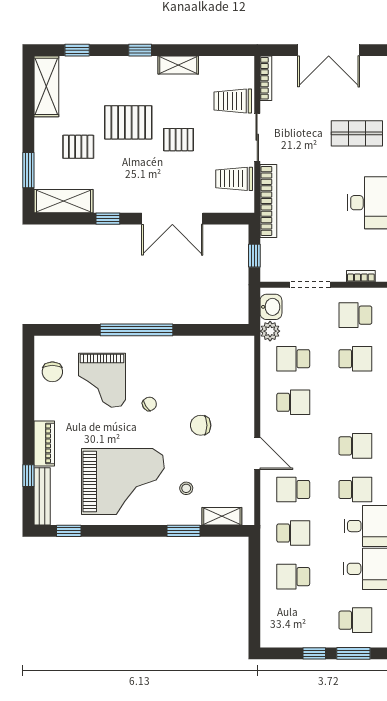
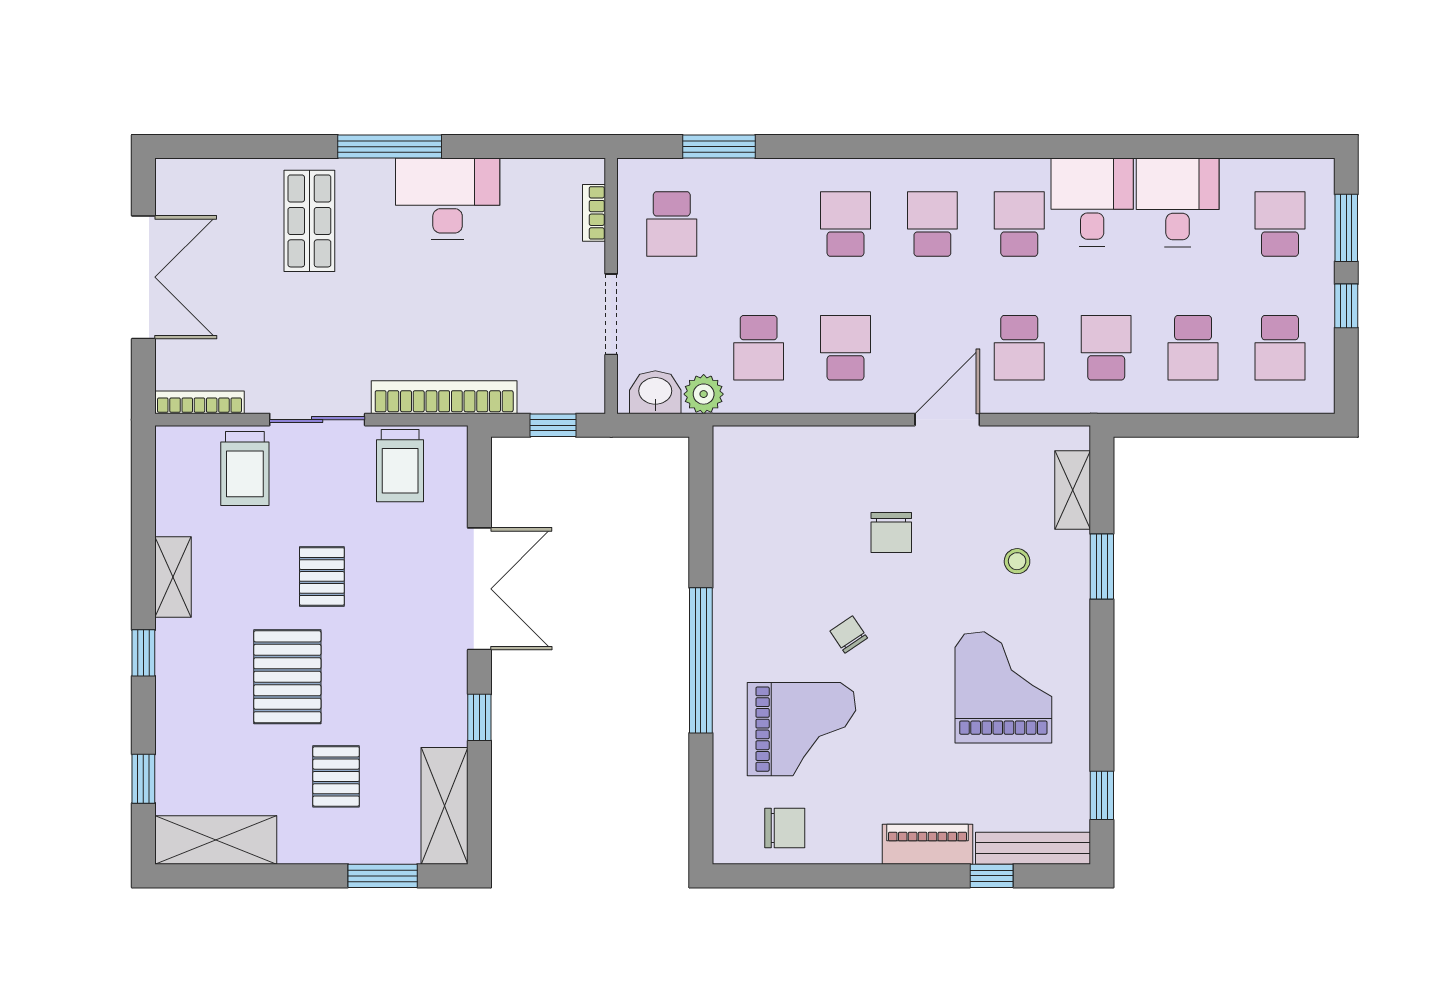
school desk: (355, 359) -> (845, 224), moved
grand piano: (123, 481) -> (1003, 687), width x0.73, depth x0.68
school desk: (293, 620) -> (1280, 348), added

